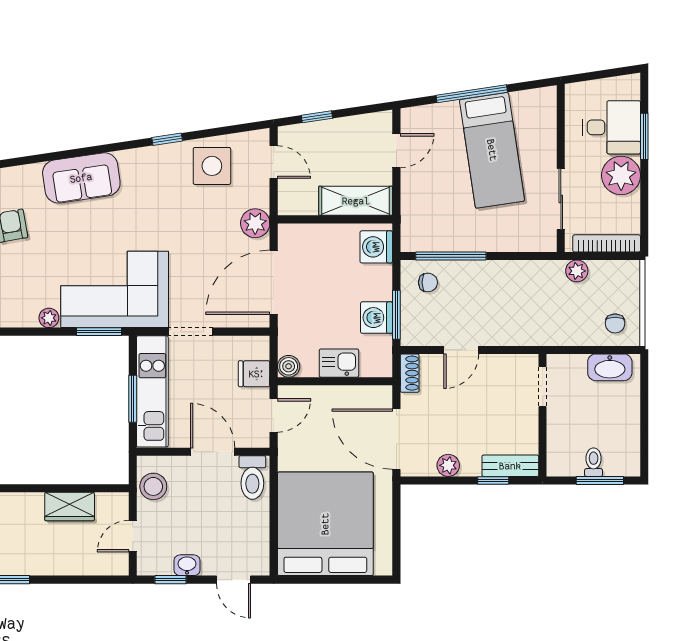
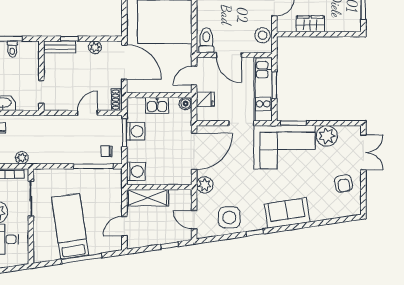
sofa: (81, 178) -> (287, 213), moved
plant: (49, 318) -> (327, 136), width x1.88, depth x1.88

